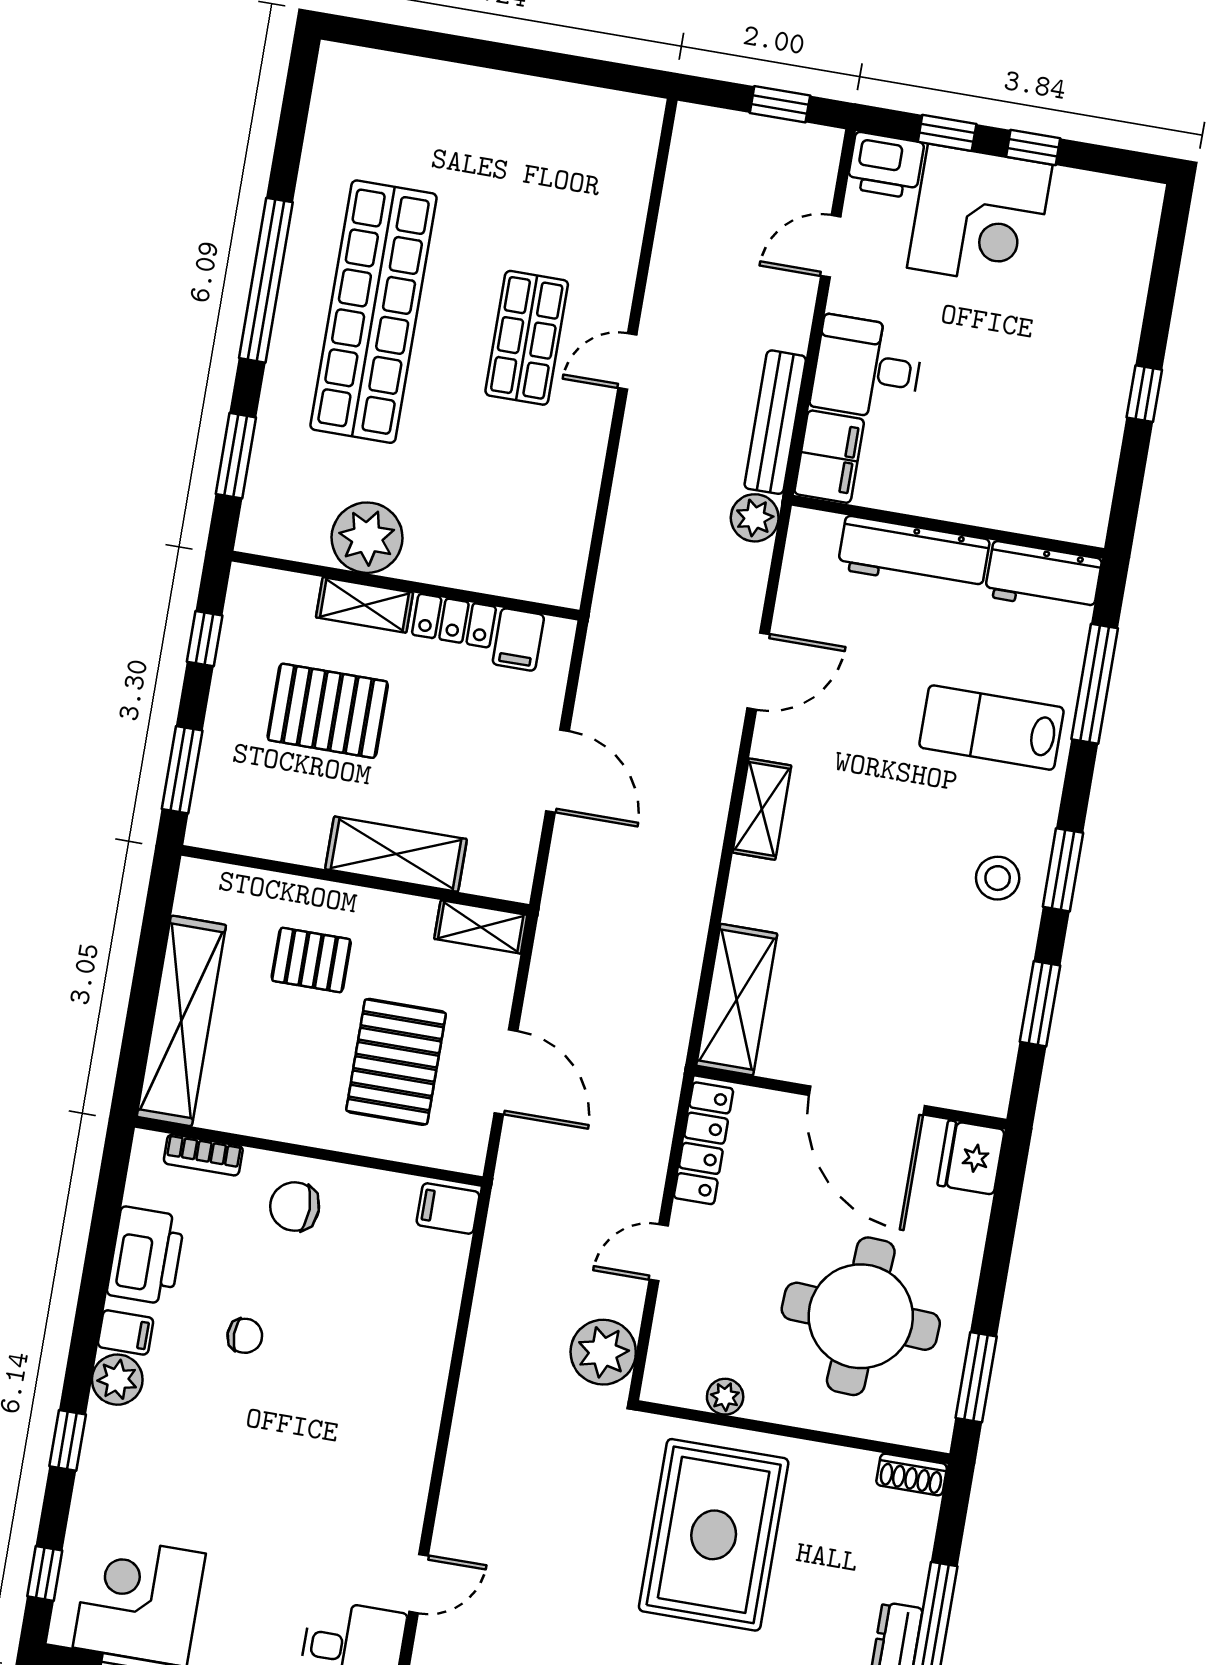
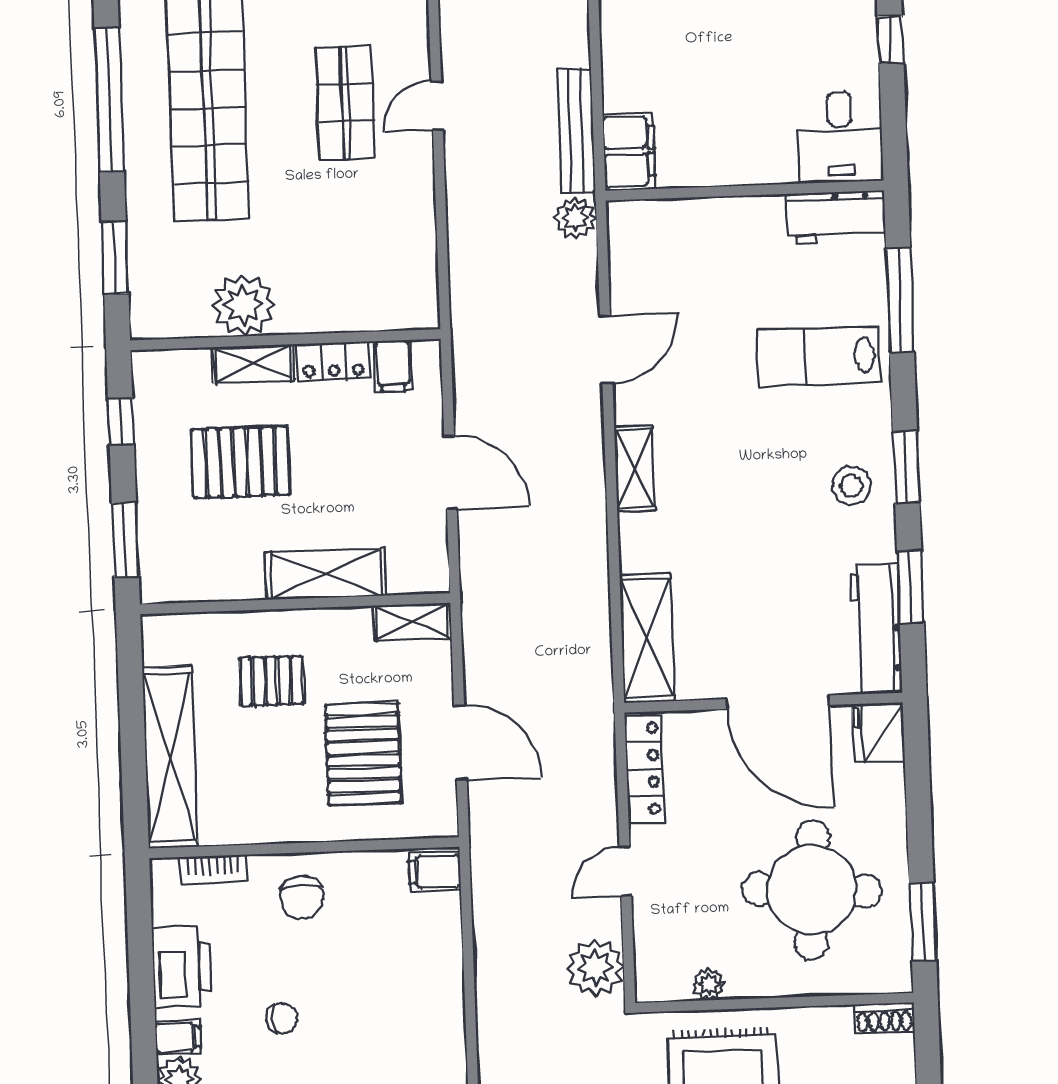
desk: (867, 368) -> (840, 137), moved, turned -90
workbench: (914, 554) -> (876, 629), moved, turned 90
chair: (295, 1207) -> (302, 897), turned -90

